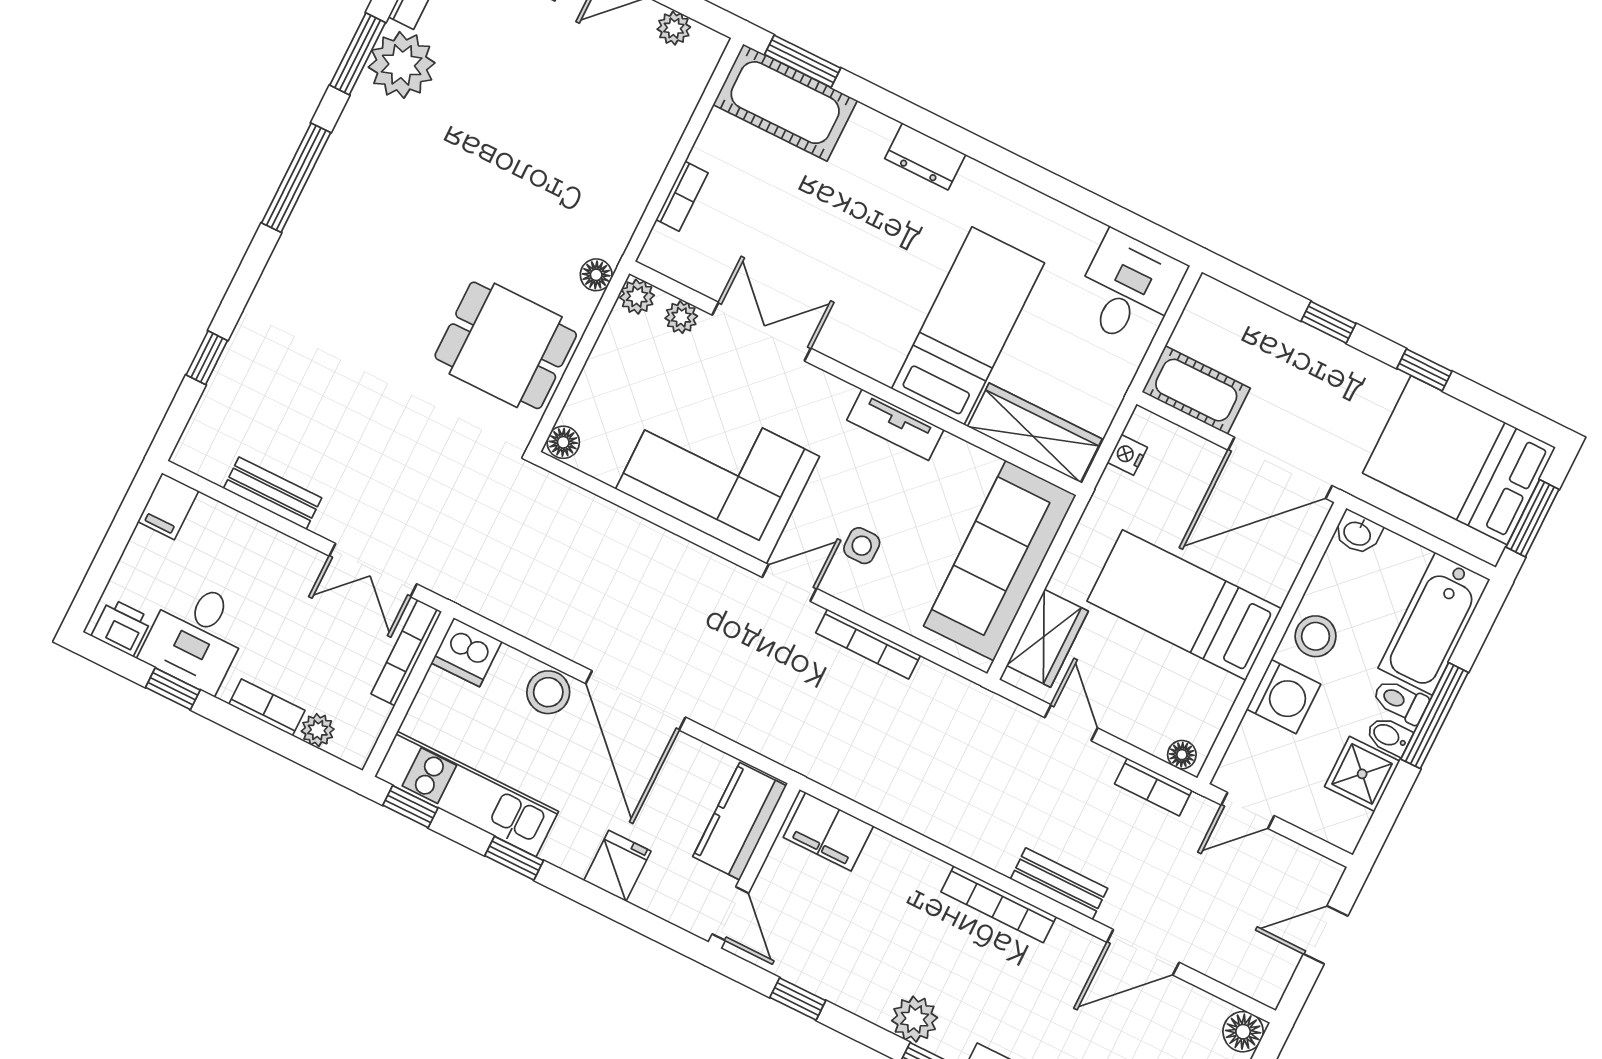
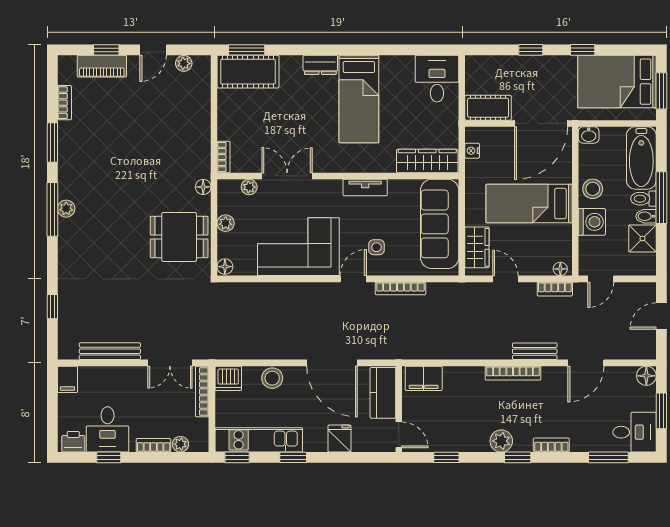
plant: (402, 65) -> (66, 209), moved, width x0.53, depth x0.53
bookcase: (682, 196) -> (223, 157), moved
plant: (637, 297) -> (226, 223), moved
bed: (968, 326) -> (359, 99), moved, turned 180
bench: (273, 493) -> (110, 351), width x1.36
door: (636, 700) -> (332, 363), moved

